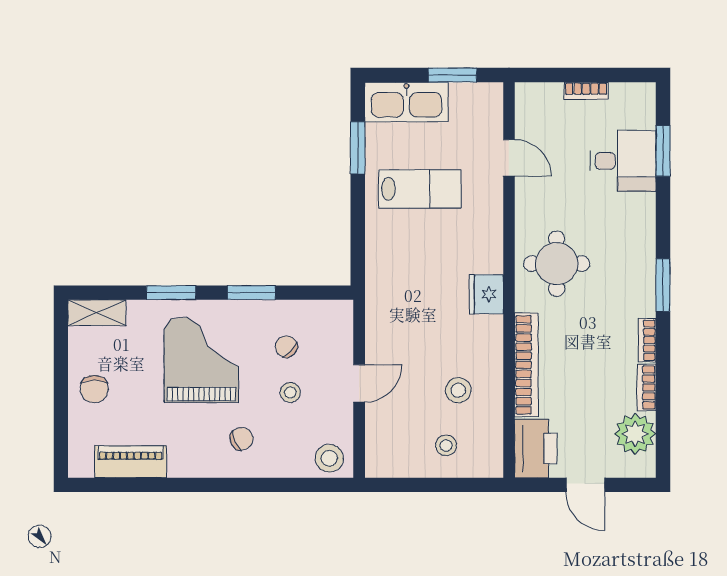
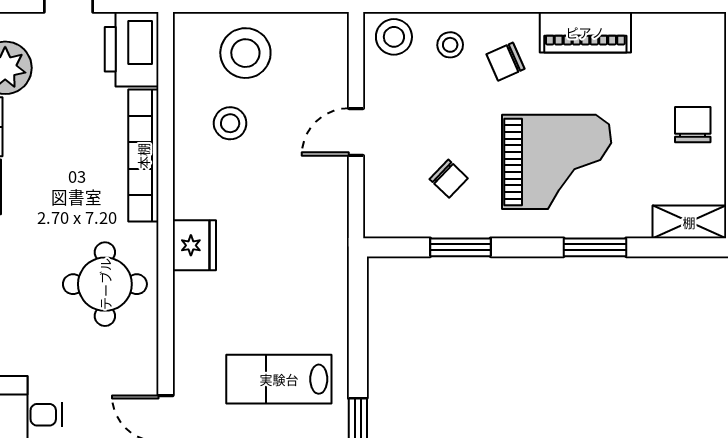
window: (251, 293) -> (460, 247), moved
grand piano: (201, 360) -> (557, 162), turned -90
stool: (290, 392) -> (450, 45), moved
stool: (446, 445) -> (245, 53), width x1.89, depth x1.89
piano: (131, 462) -> (585, 32), moved

